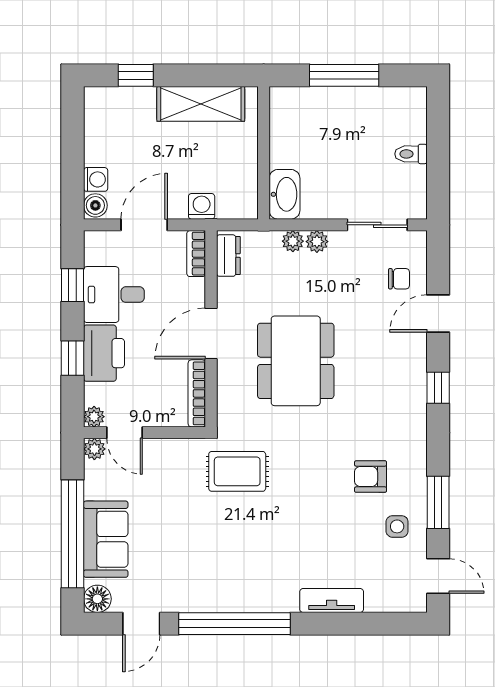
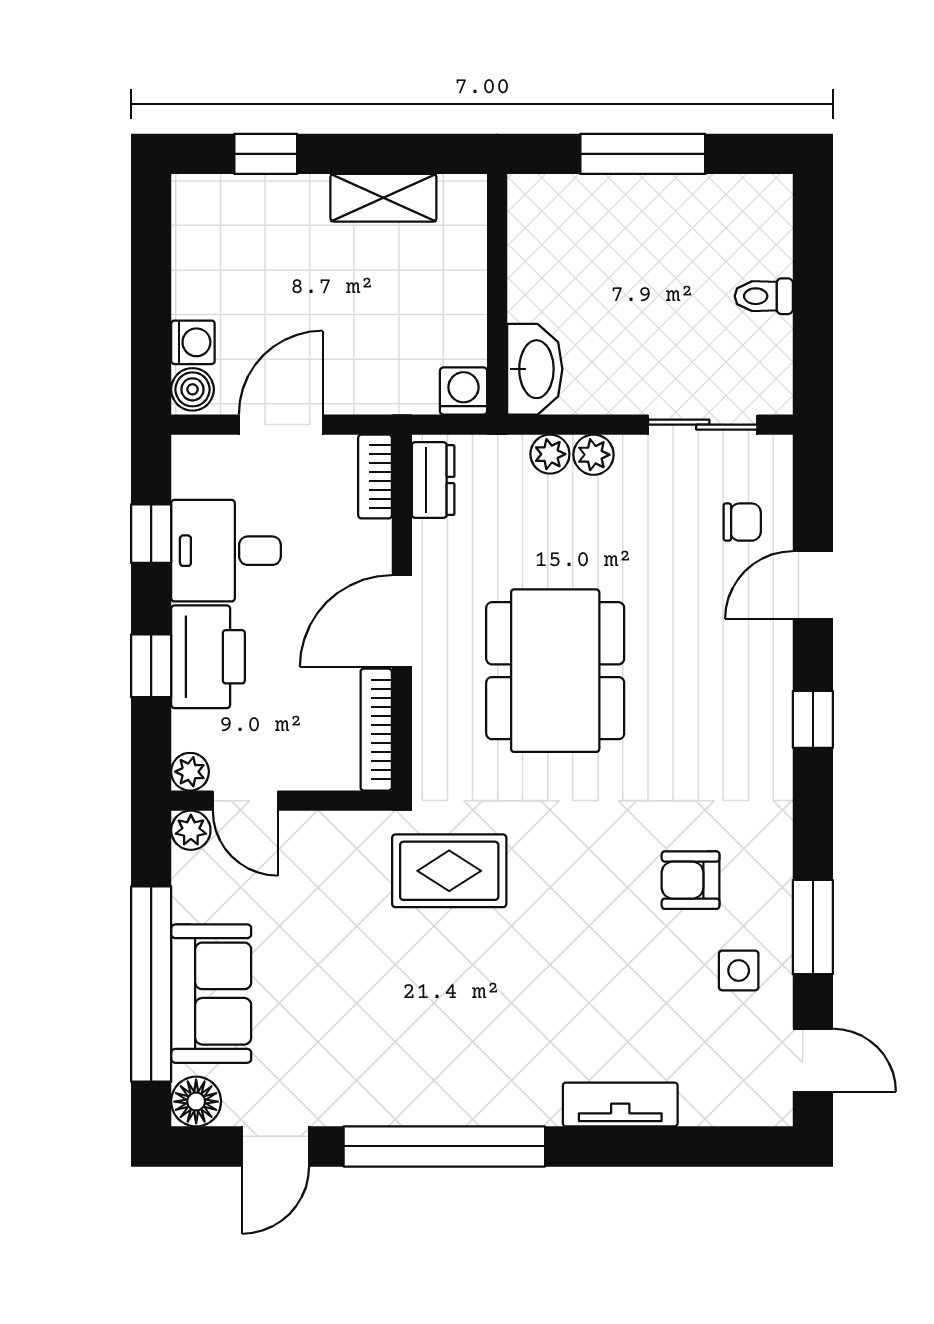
shelving: (201, 104) -> (383, 198), width x0.67, depth x0.75
washing machine: (202, 206) -> (464, 391), moved

